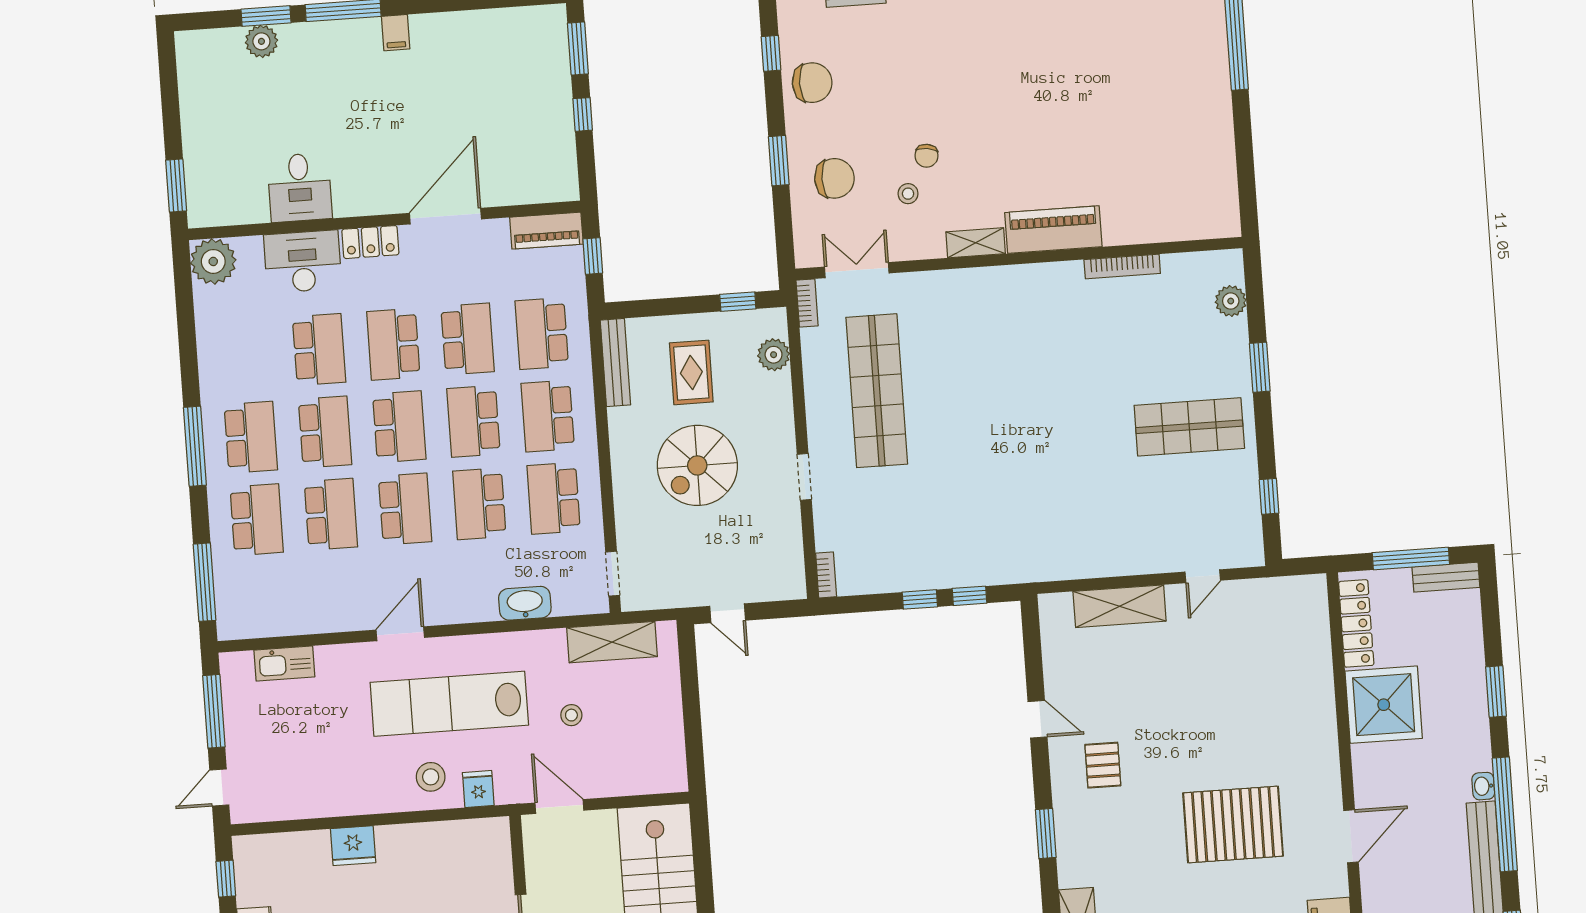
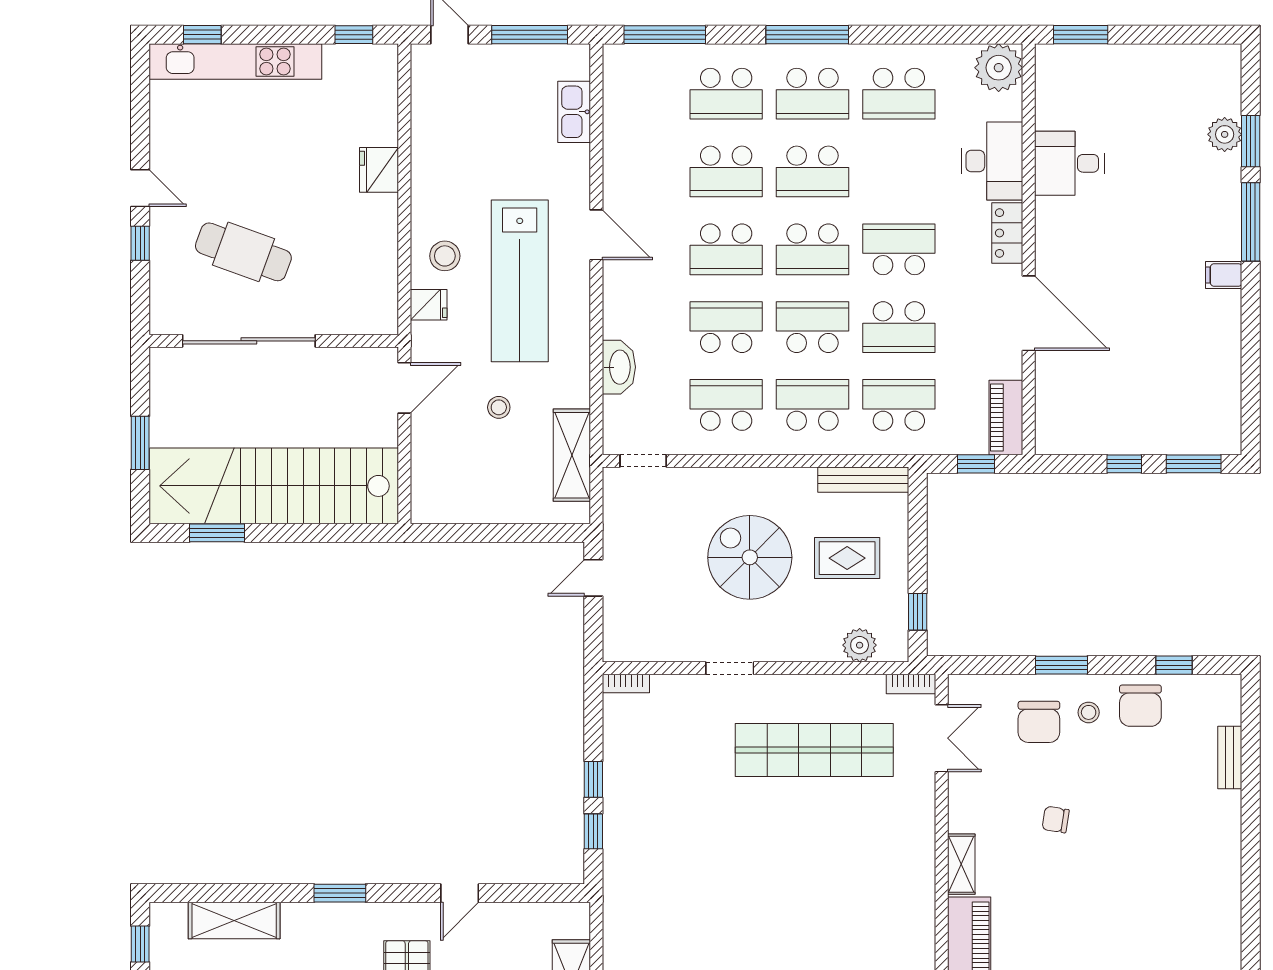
stool: (908, 194) -> (1089, 712), moved
school desk: (319, 350) -> (899, 94), moved
lab bench: (449, 704) -> (520, 281), turned 180

